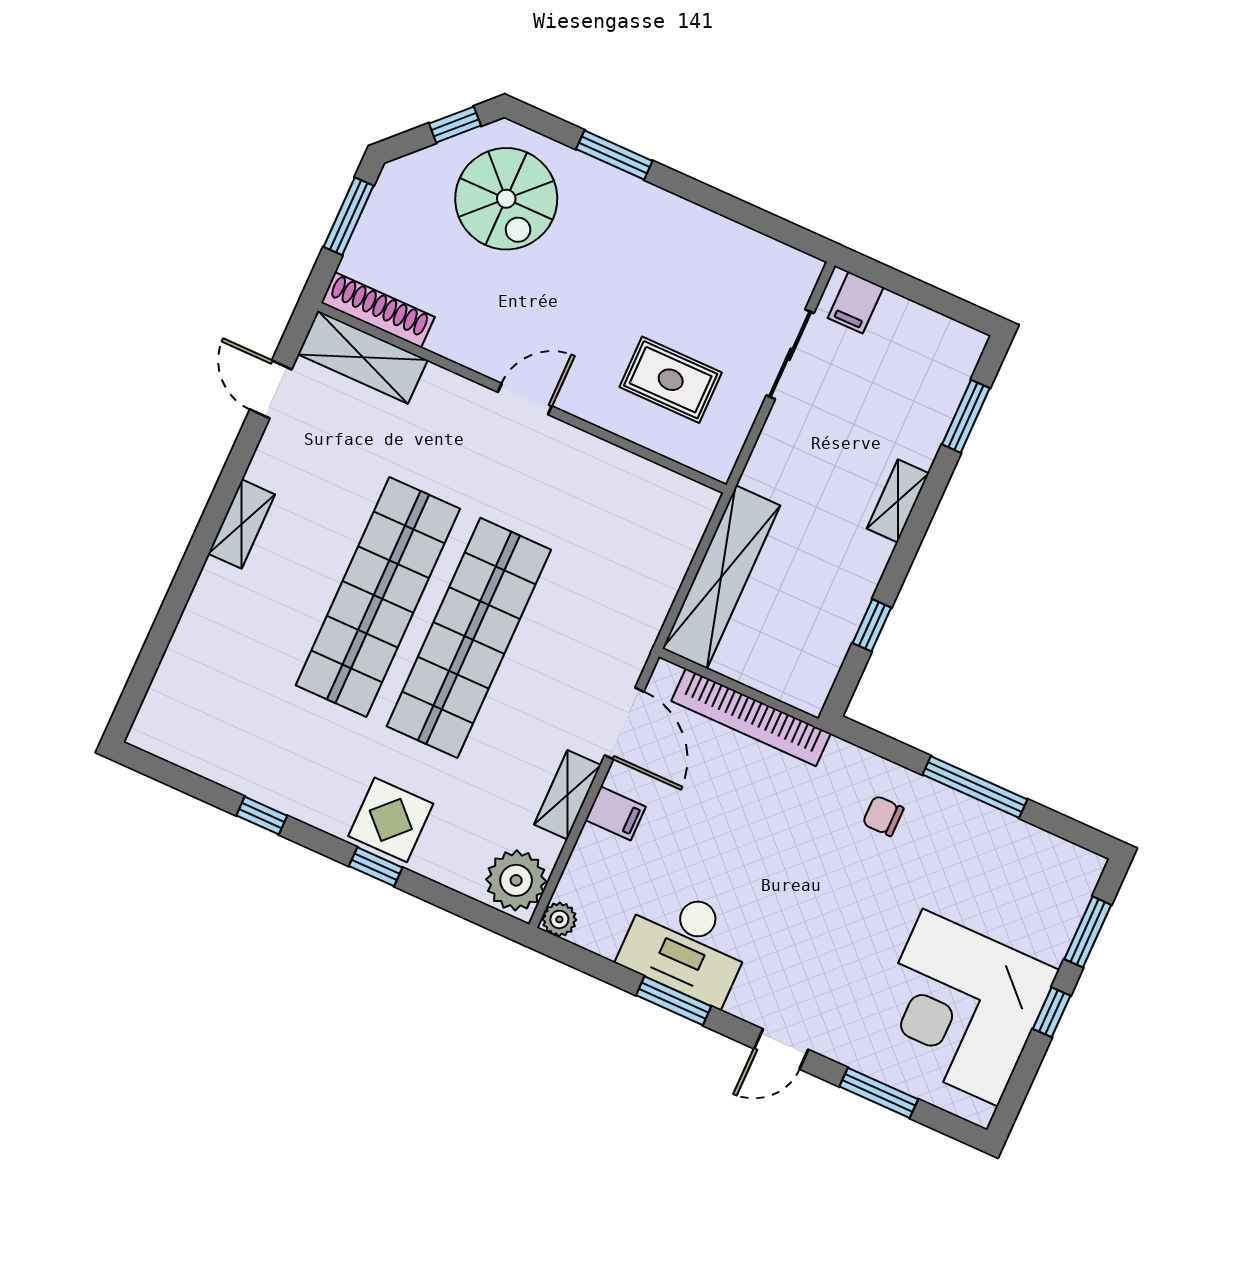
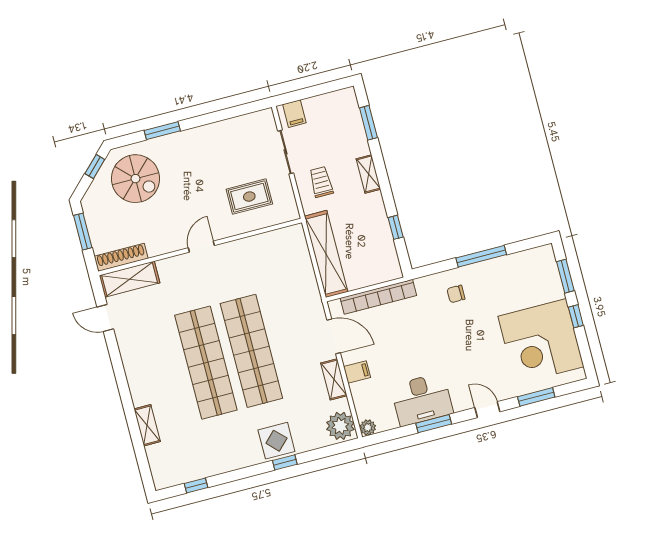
trolley: (809, 451) -> (321, 182), added
shelving: (242, 524) -> (147, 425), moved
window: (262, 816) -> (196, 486), moved
door: (781, 1049) -> (487, 410), swing flipped

